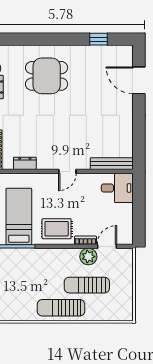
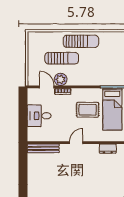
desk: (117, 188) -> (39, 116), moved
rug: (57, 229) -> (88, 110), moved
door: (107, 246) -> (47, 87), swing flipped

